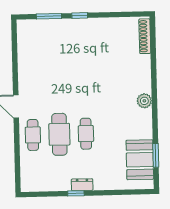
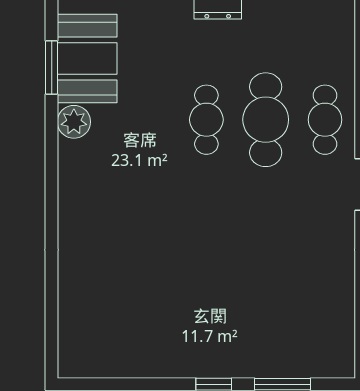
shoe rack: (145, 36) -> (69, 334), removed
plant: (144, 101) -> (74, 122), moved

